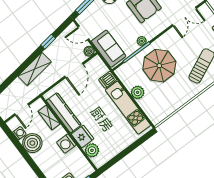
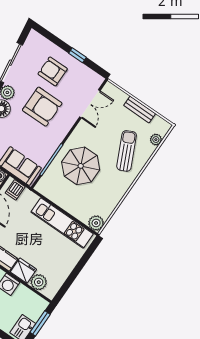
plant: (142, 41) -> (53, 146), removed
dishwasher: (108, 80) -> (15, 190), moved
plant: (138, 92) -> (96, 223), moved

